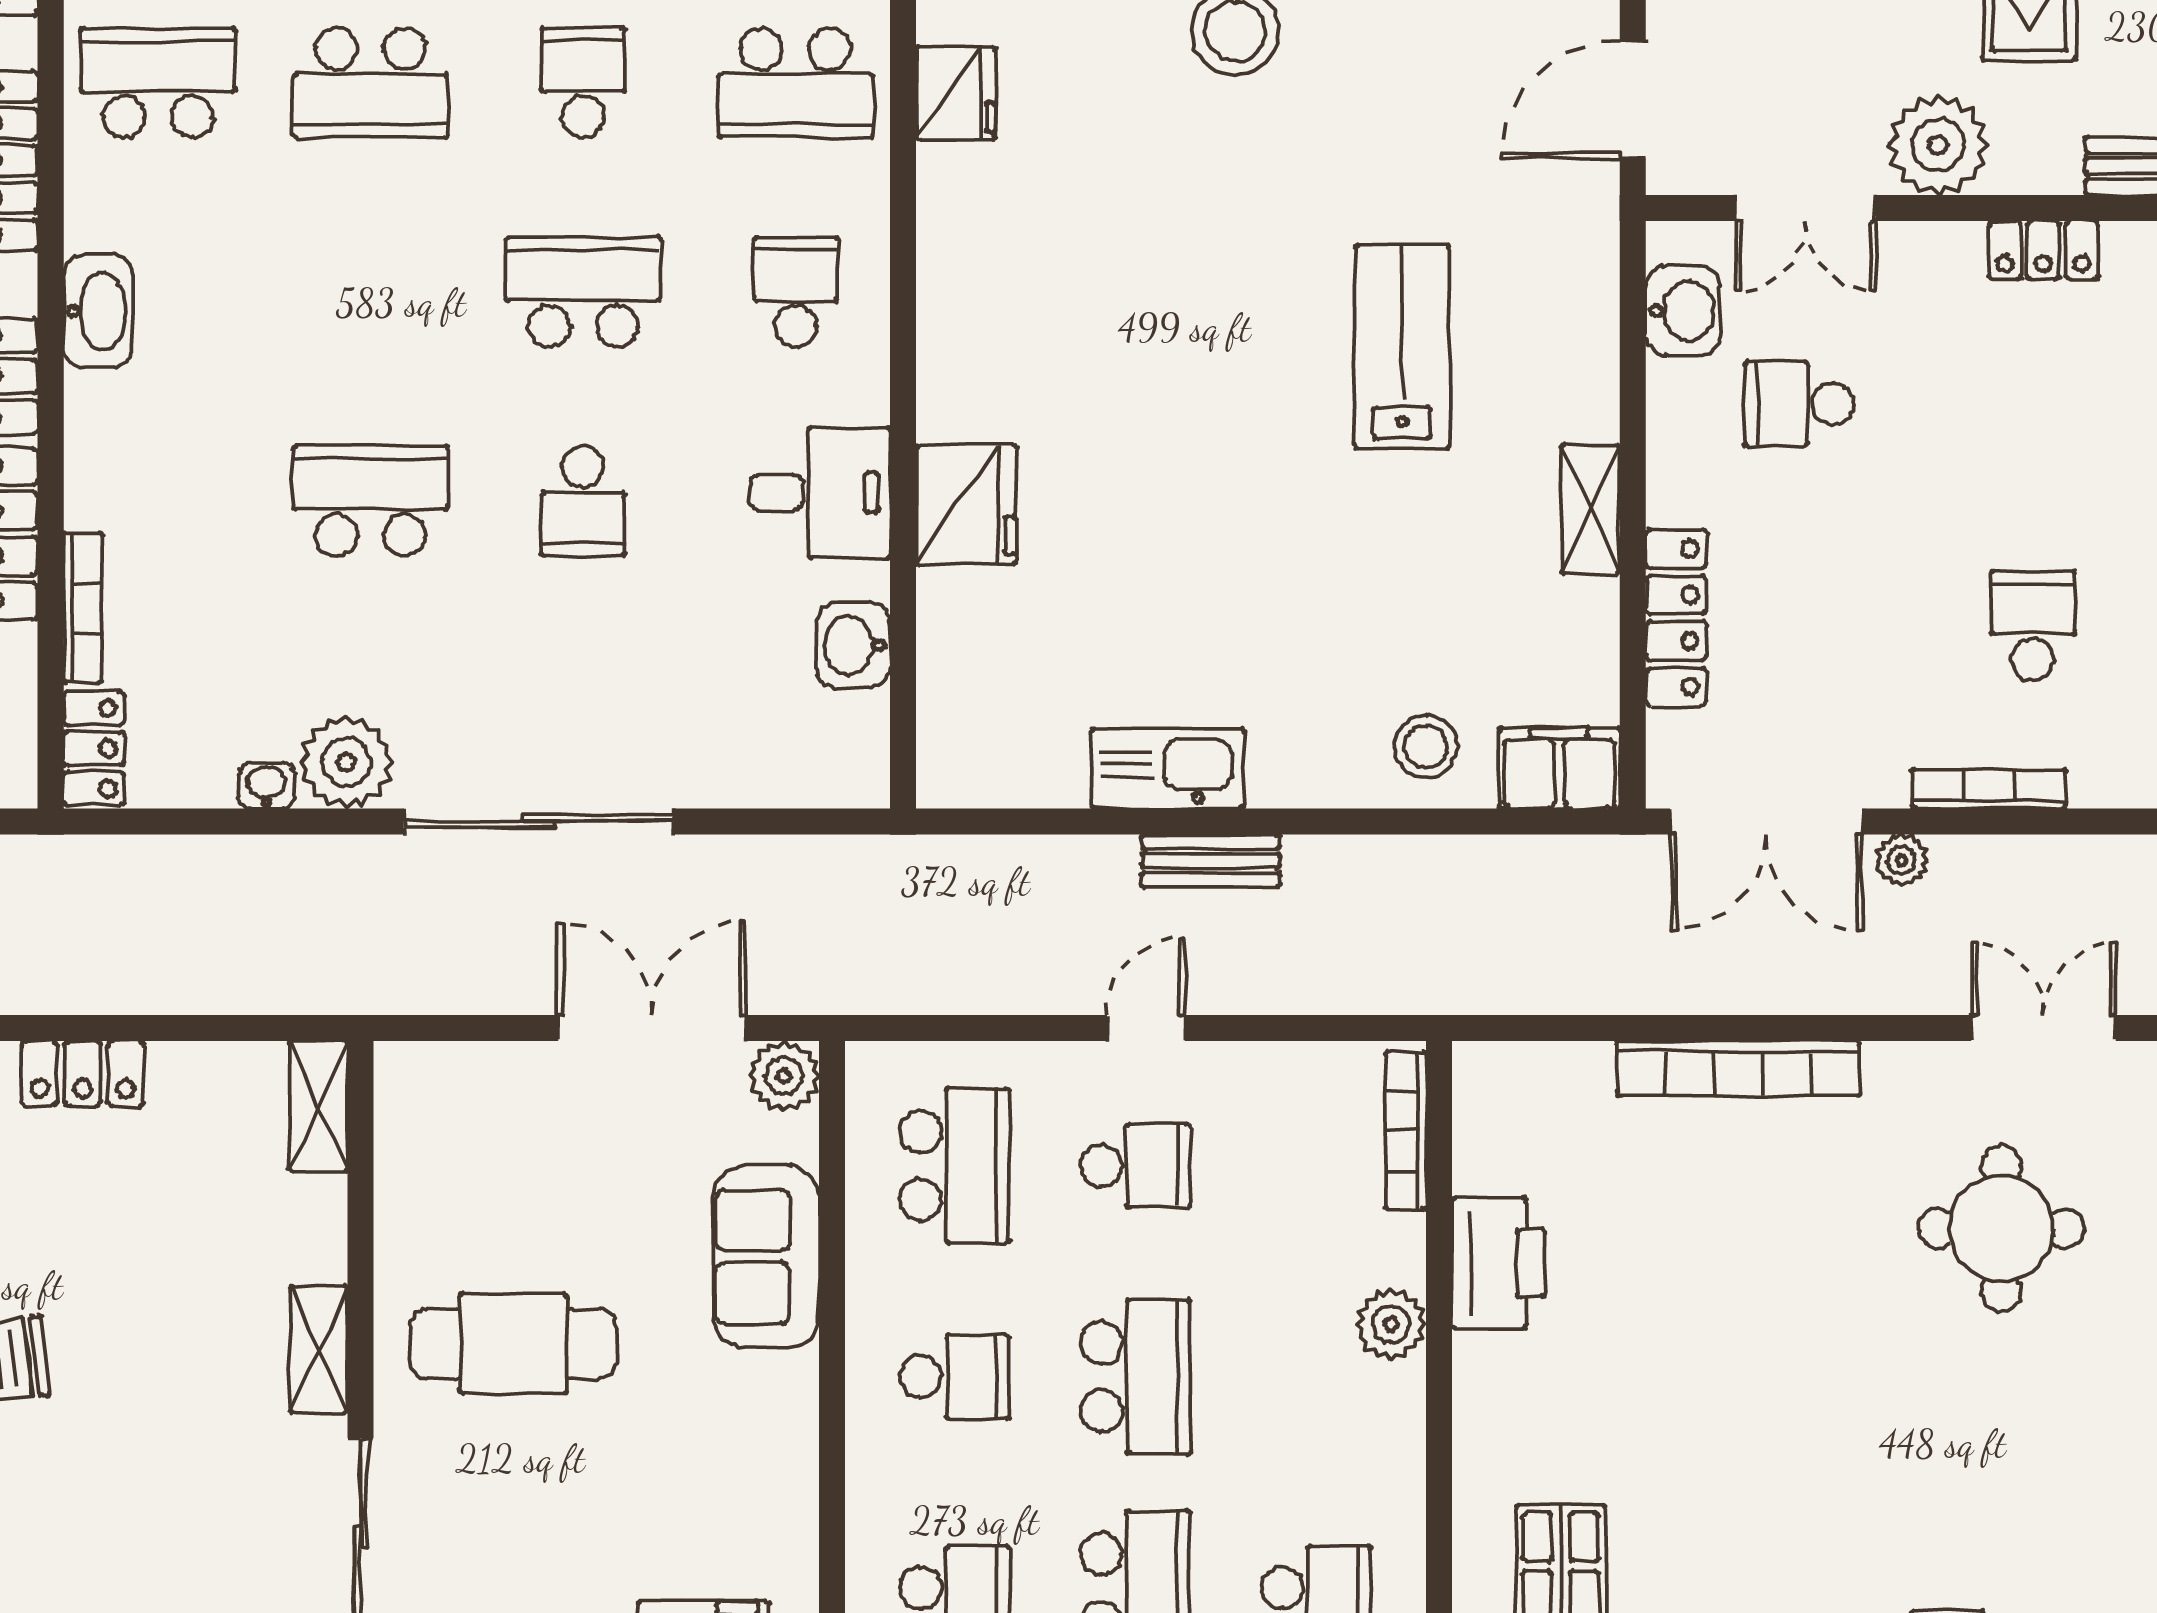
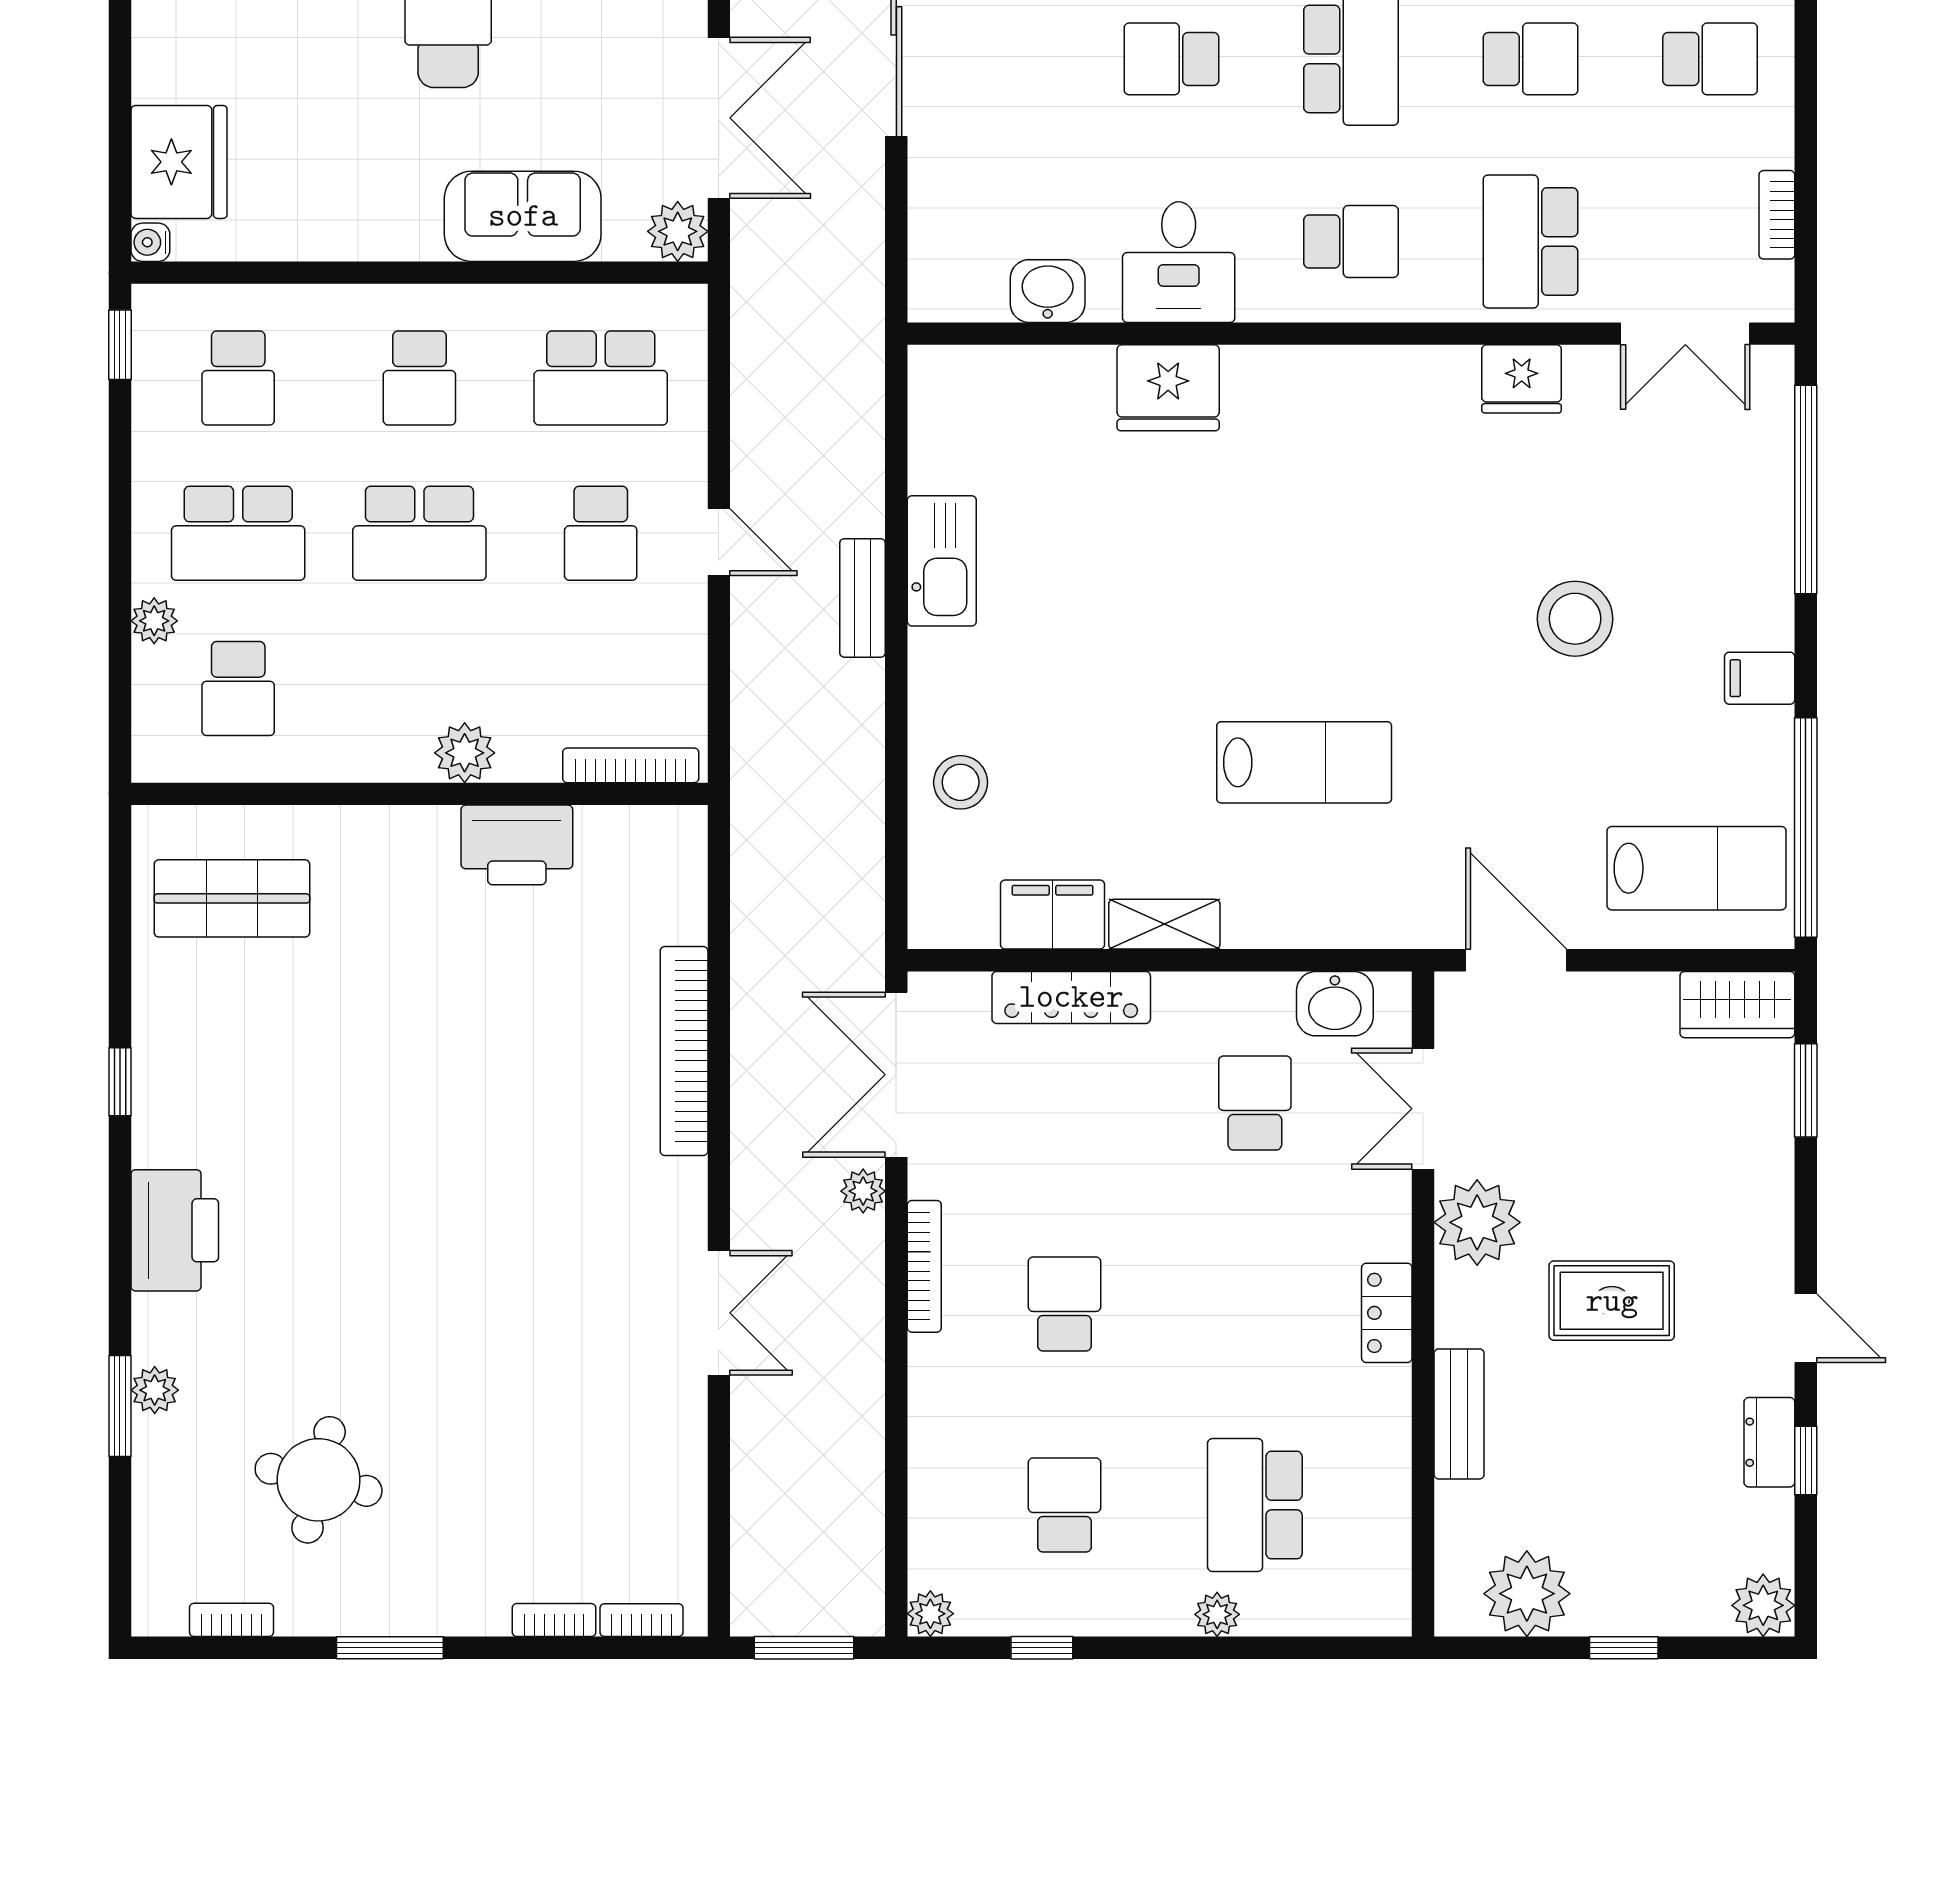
school desk: (2033, 626) -> (1065, 1304), turned -90
filing cabinet: (1559, 768) -> (1053, 914), moved, turned -90
round table: (2001, 1228) -> (547, 1277), removed

